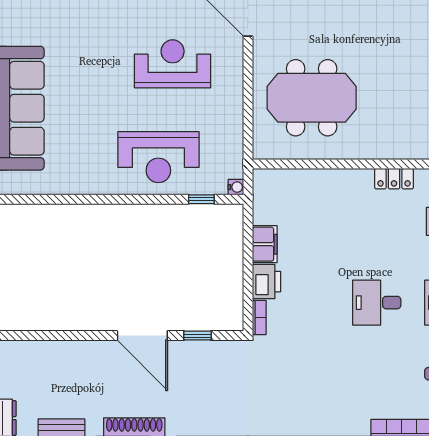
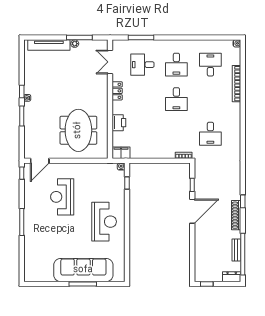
reception desk: (158, 157) -> (104, 222), moved
filing cabinet: (265, 244) -> (121, 153), moved
printer: (267, 282) -> (119, 123), moved, turned 90
desk: (305, 374) -> (210, 134), added

